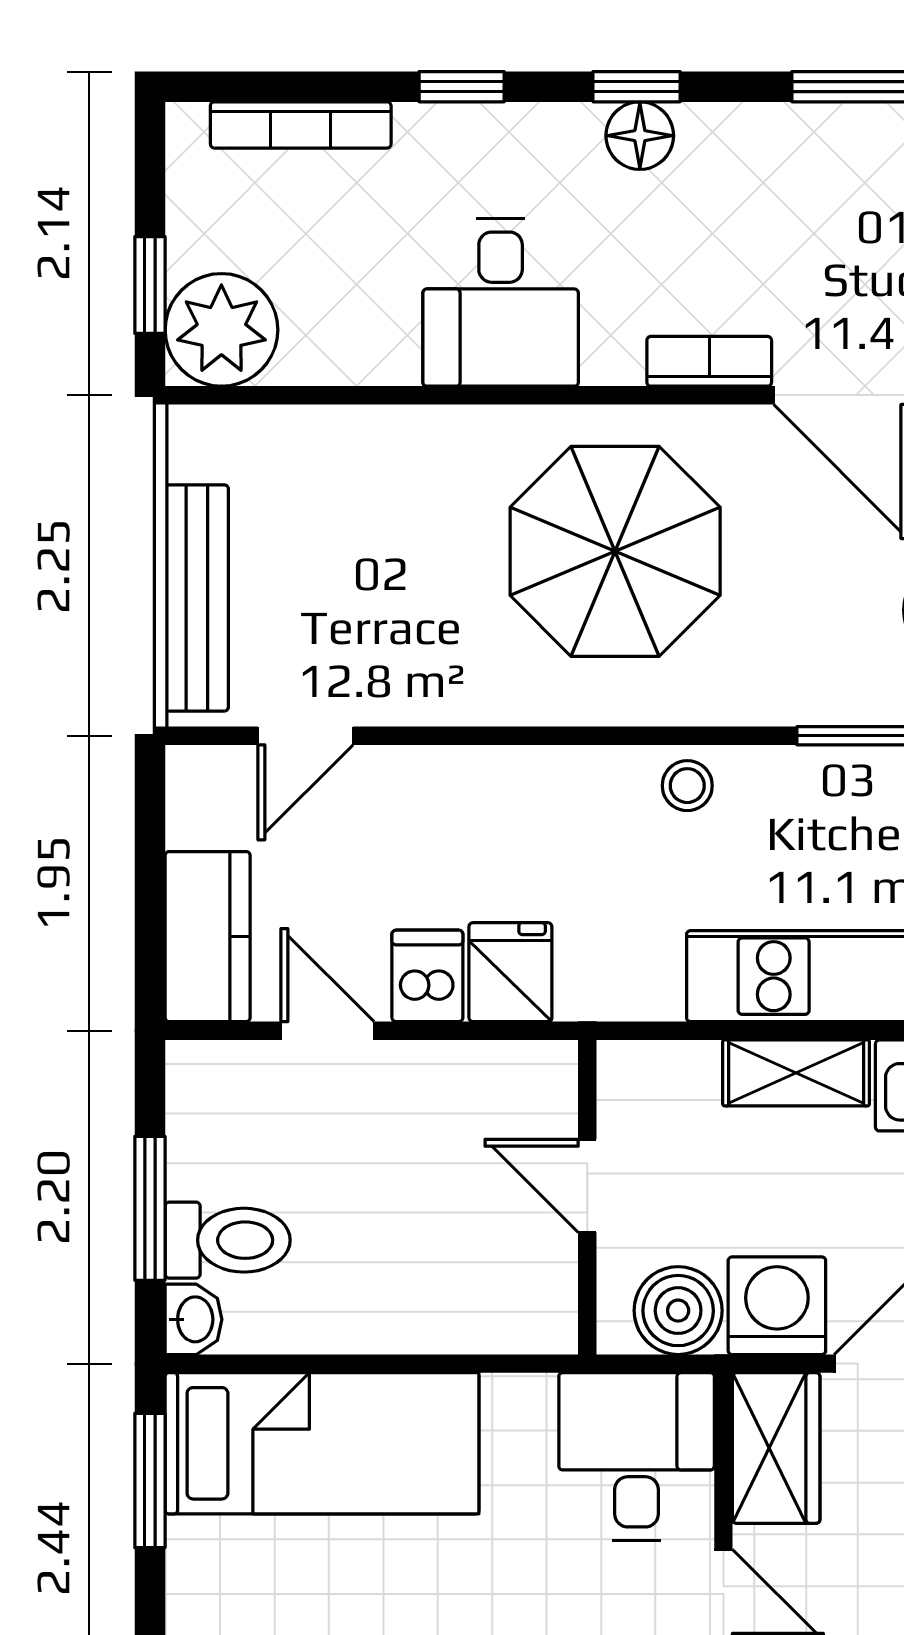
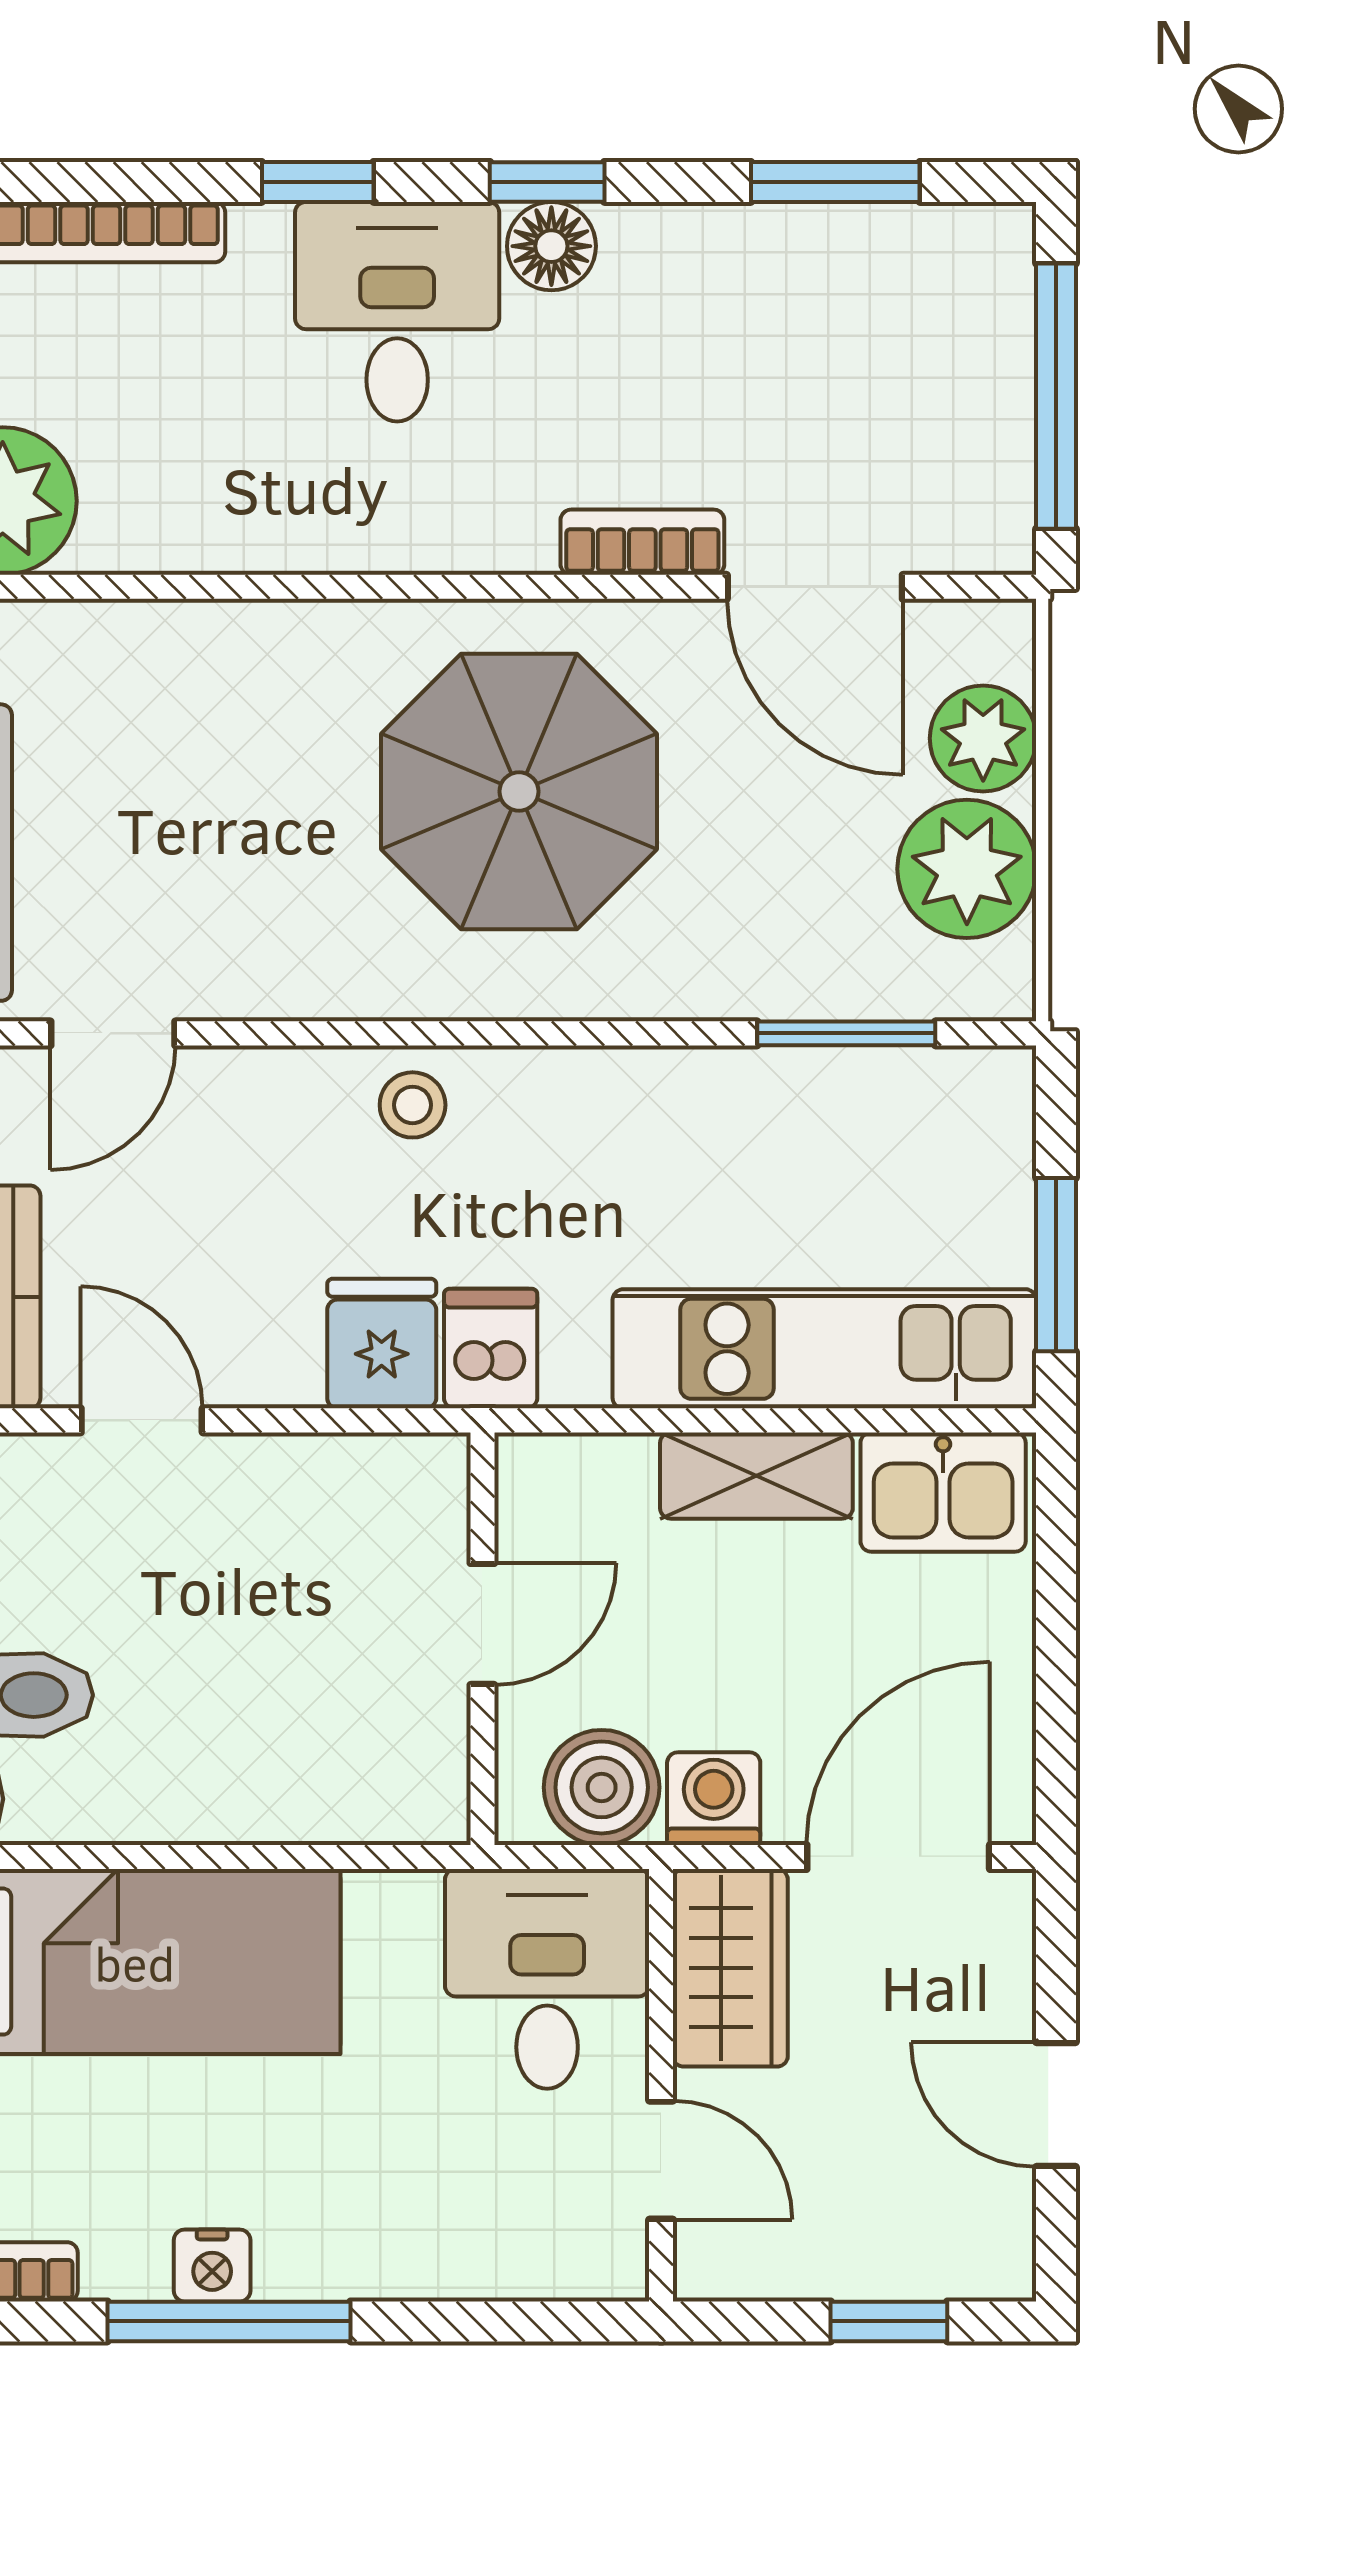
desk: (501, 302) -> (397, 312), moved, turned 180
stool: (687, 786) -> (413, 1105), moved
dishwasher: (427, 976) -> (491, 1348), moved
door: (587, 1186) -> (482, 1624), swing flipped
washing machine: (777, 1306) -> (714, 1799), width x0.73, depth x0.73

